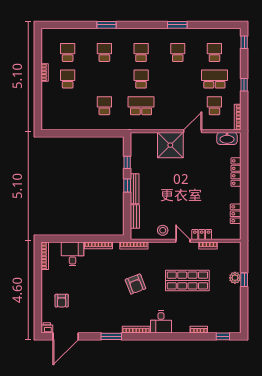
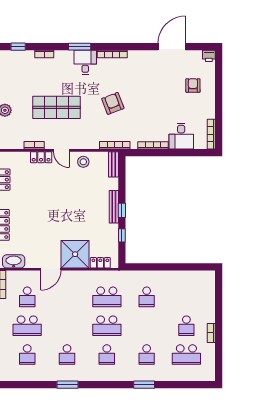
school desk: (68, 52) -> (186, 355), width x1.85
school desk: (141, 79) -> (107, 326), width x1.85
locker: (147, 137) -> (100, 263), added
bench: (135, 217) -> (114, 164), moved
door: (66, 336) -> (172, 47), moved
window: (111, 336) -> (80, 47), moved

